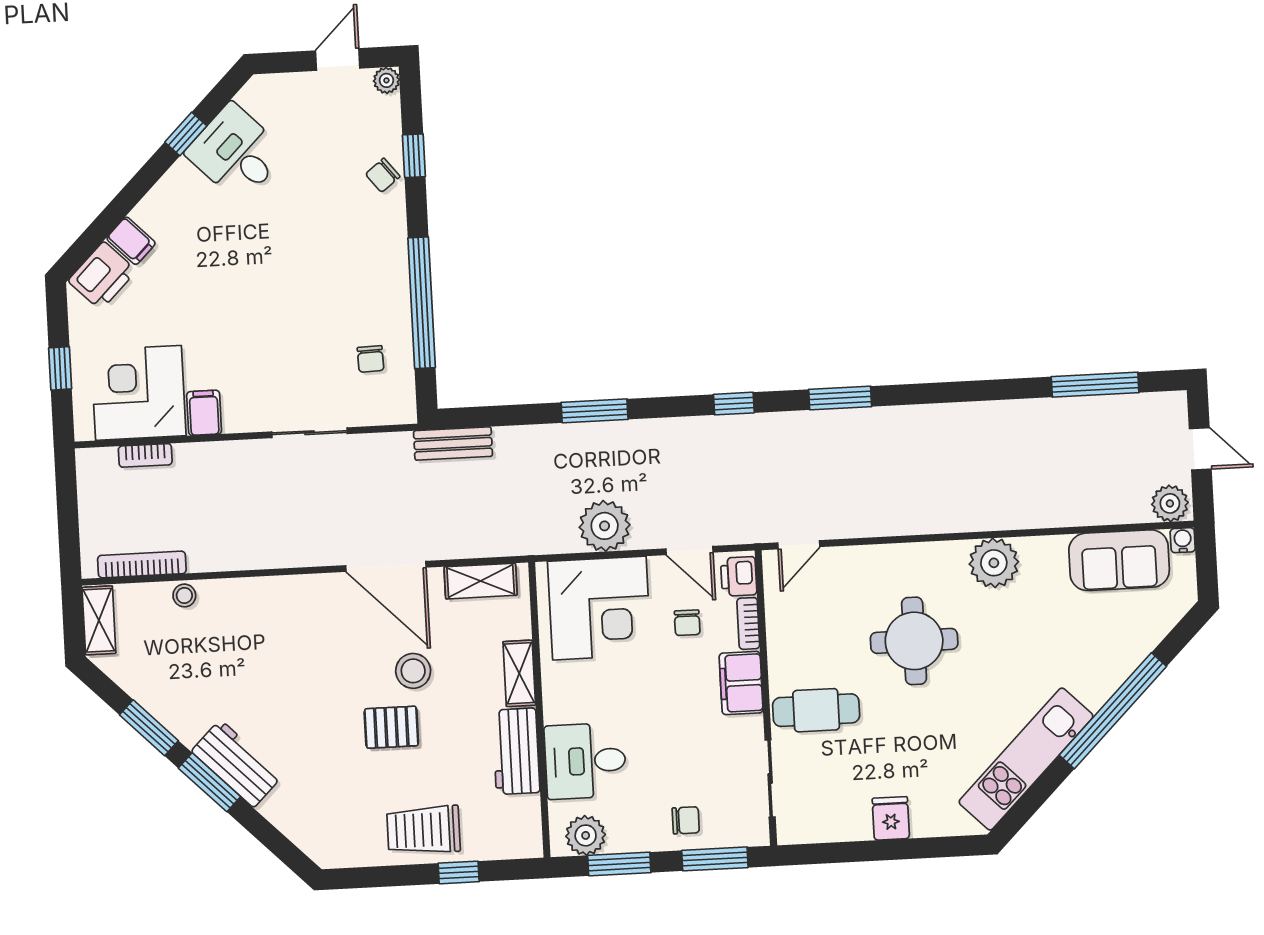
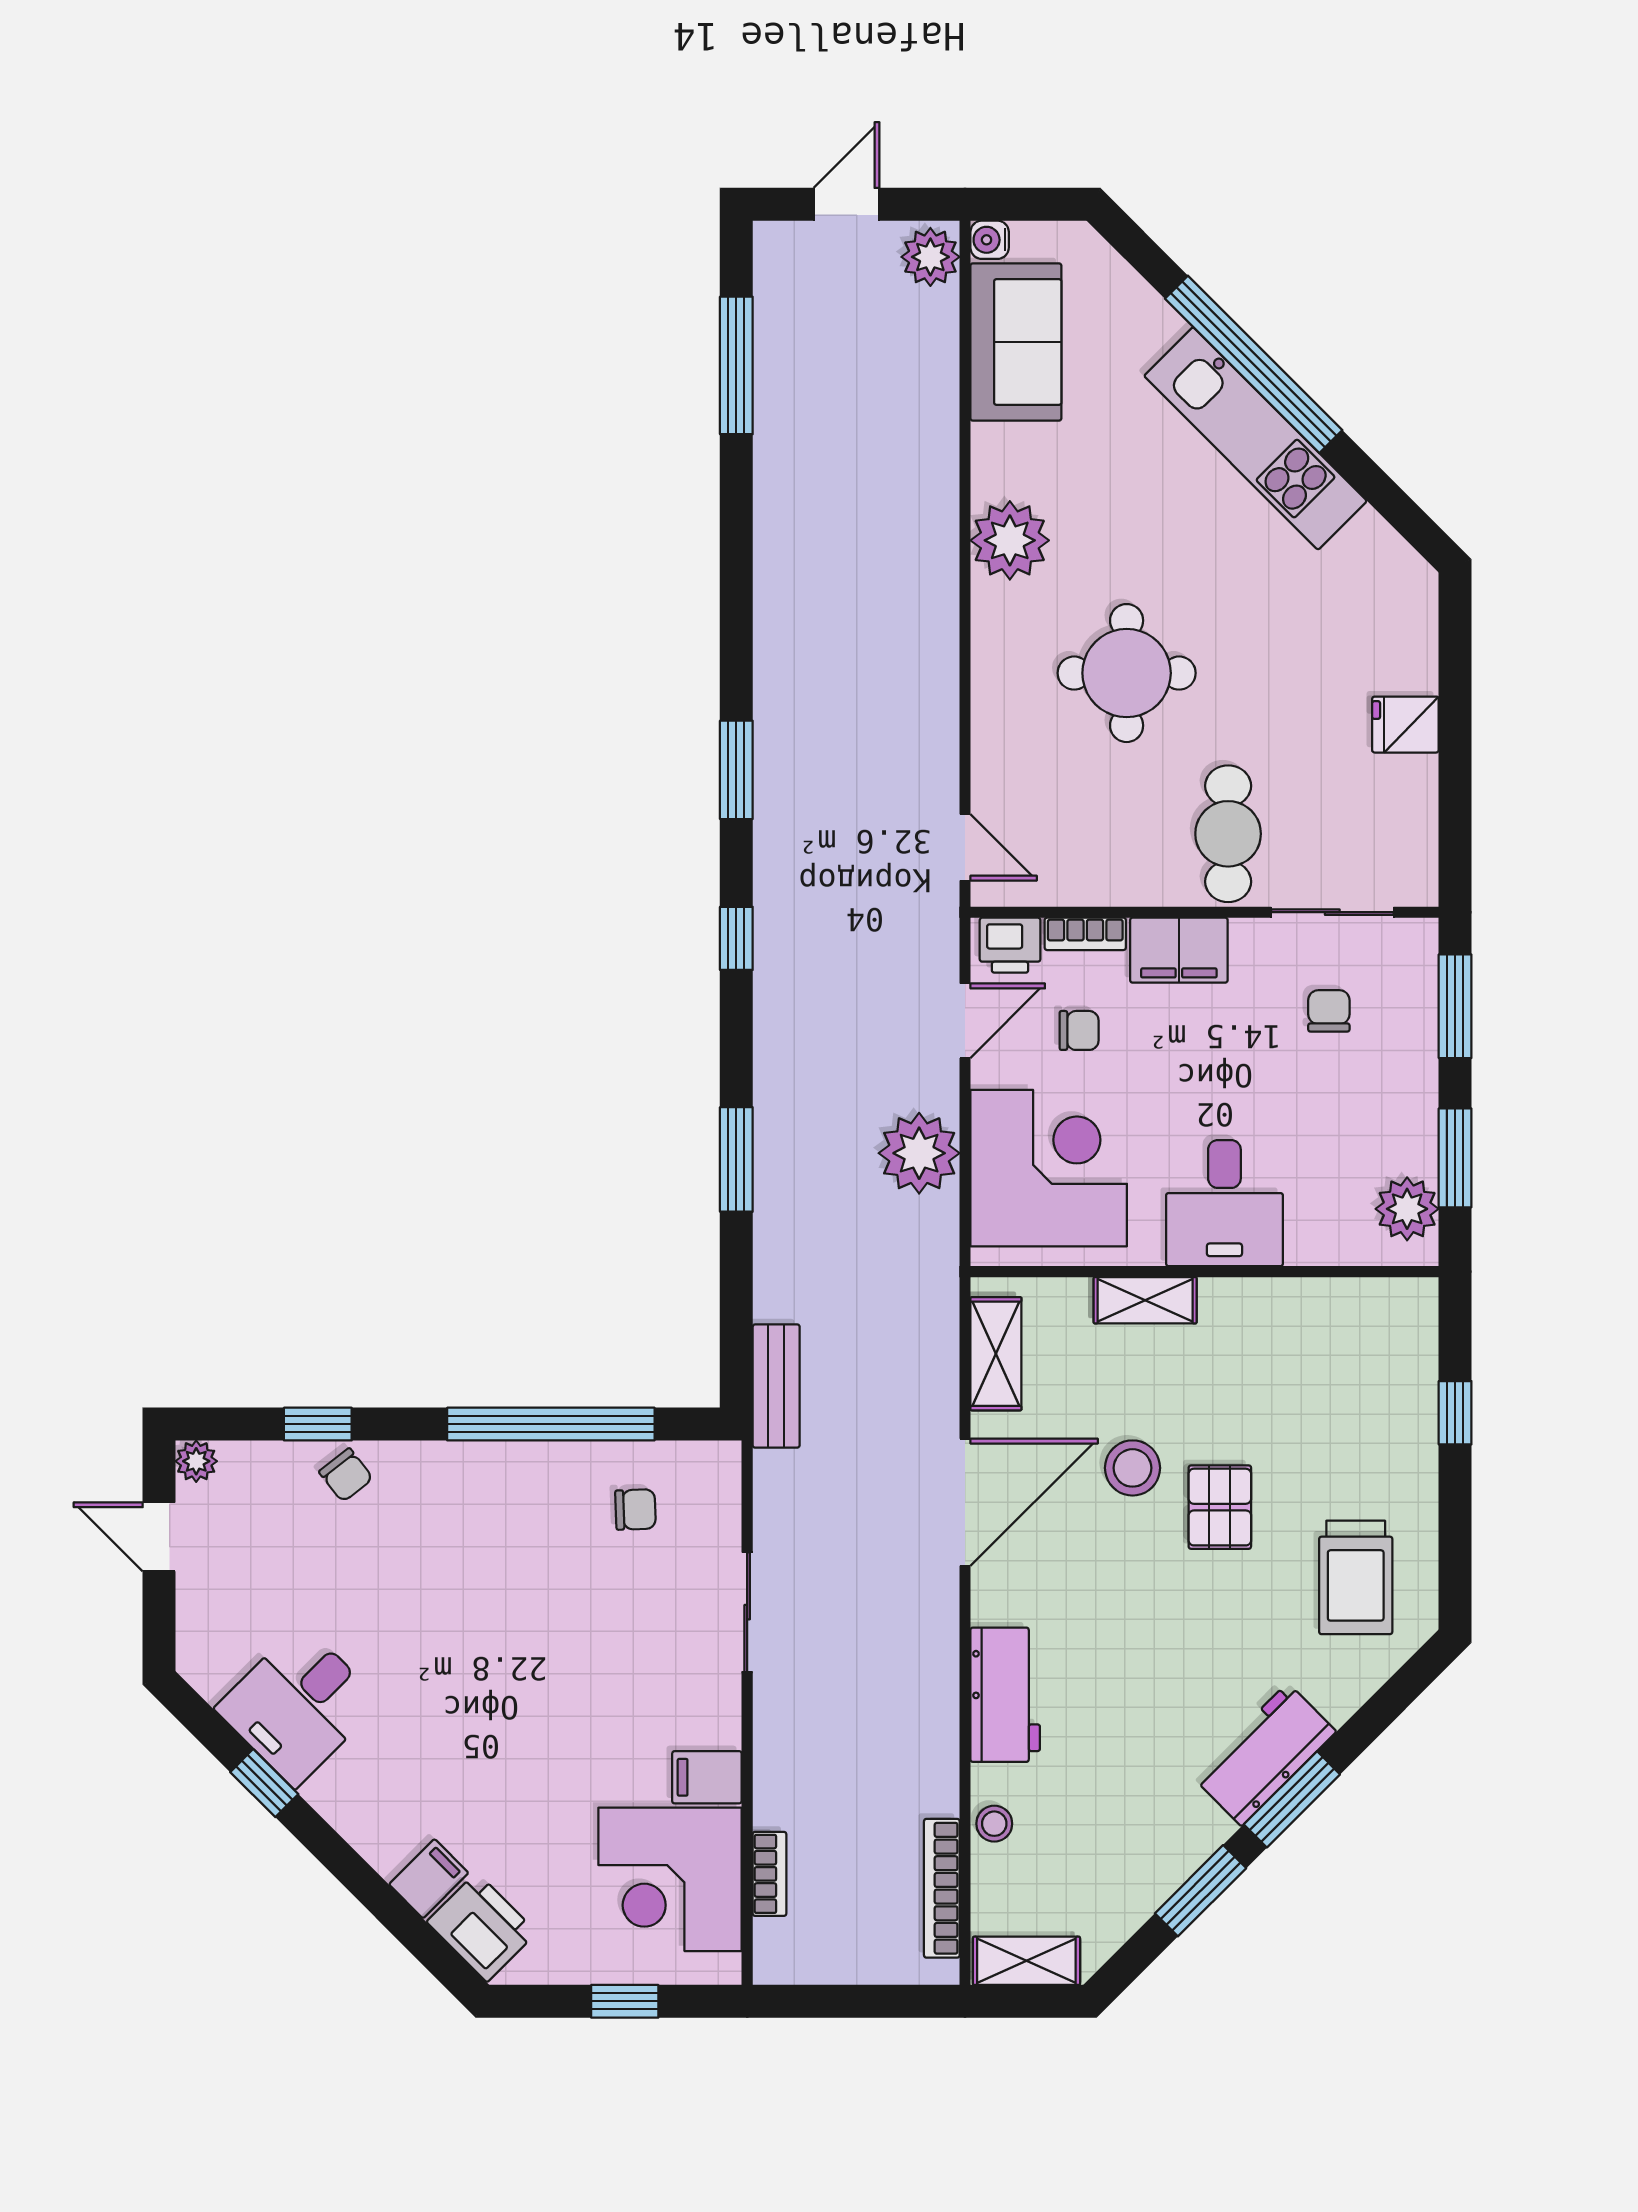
workbench: (516, 751) -> (1005, 1695), moved, turned -90
kitchen unit: (1026, 759) -> (1255, 438), moved
desk: (585, 761) -> (1224, 1203), moved
chair: (686, 820) -> (1329, 1011), moved
trolley: (423, 830) -> (1356, 1577), moved

